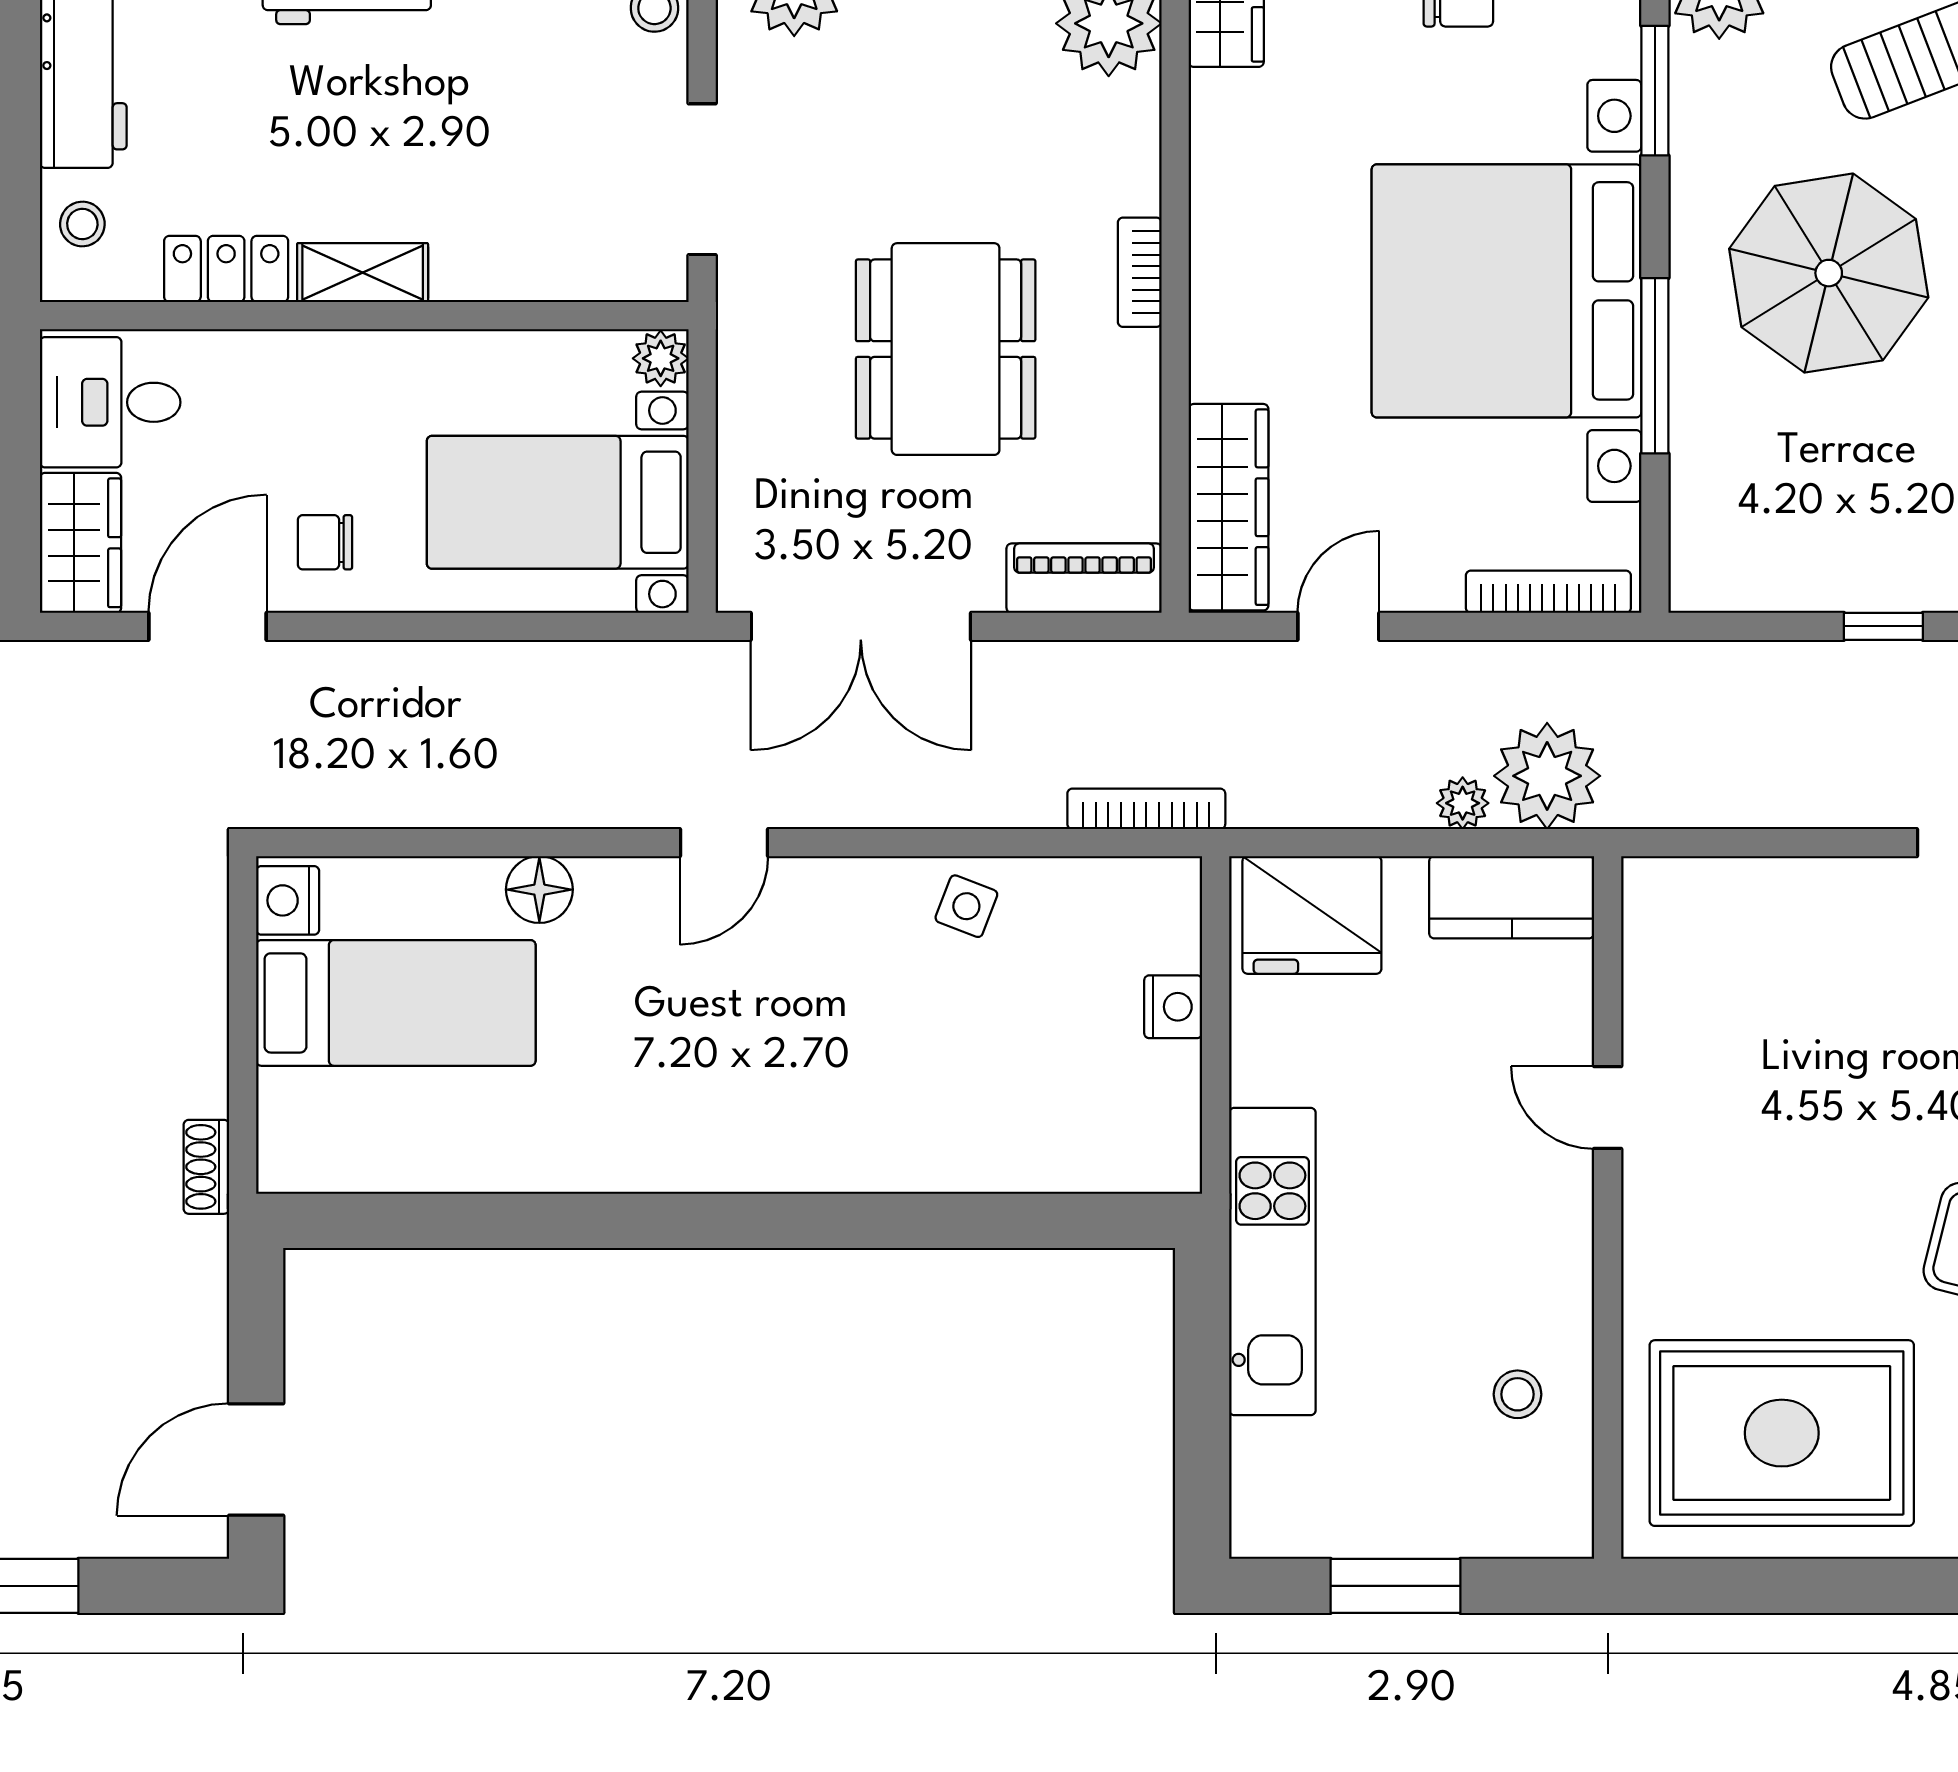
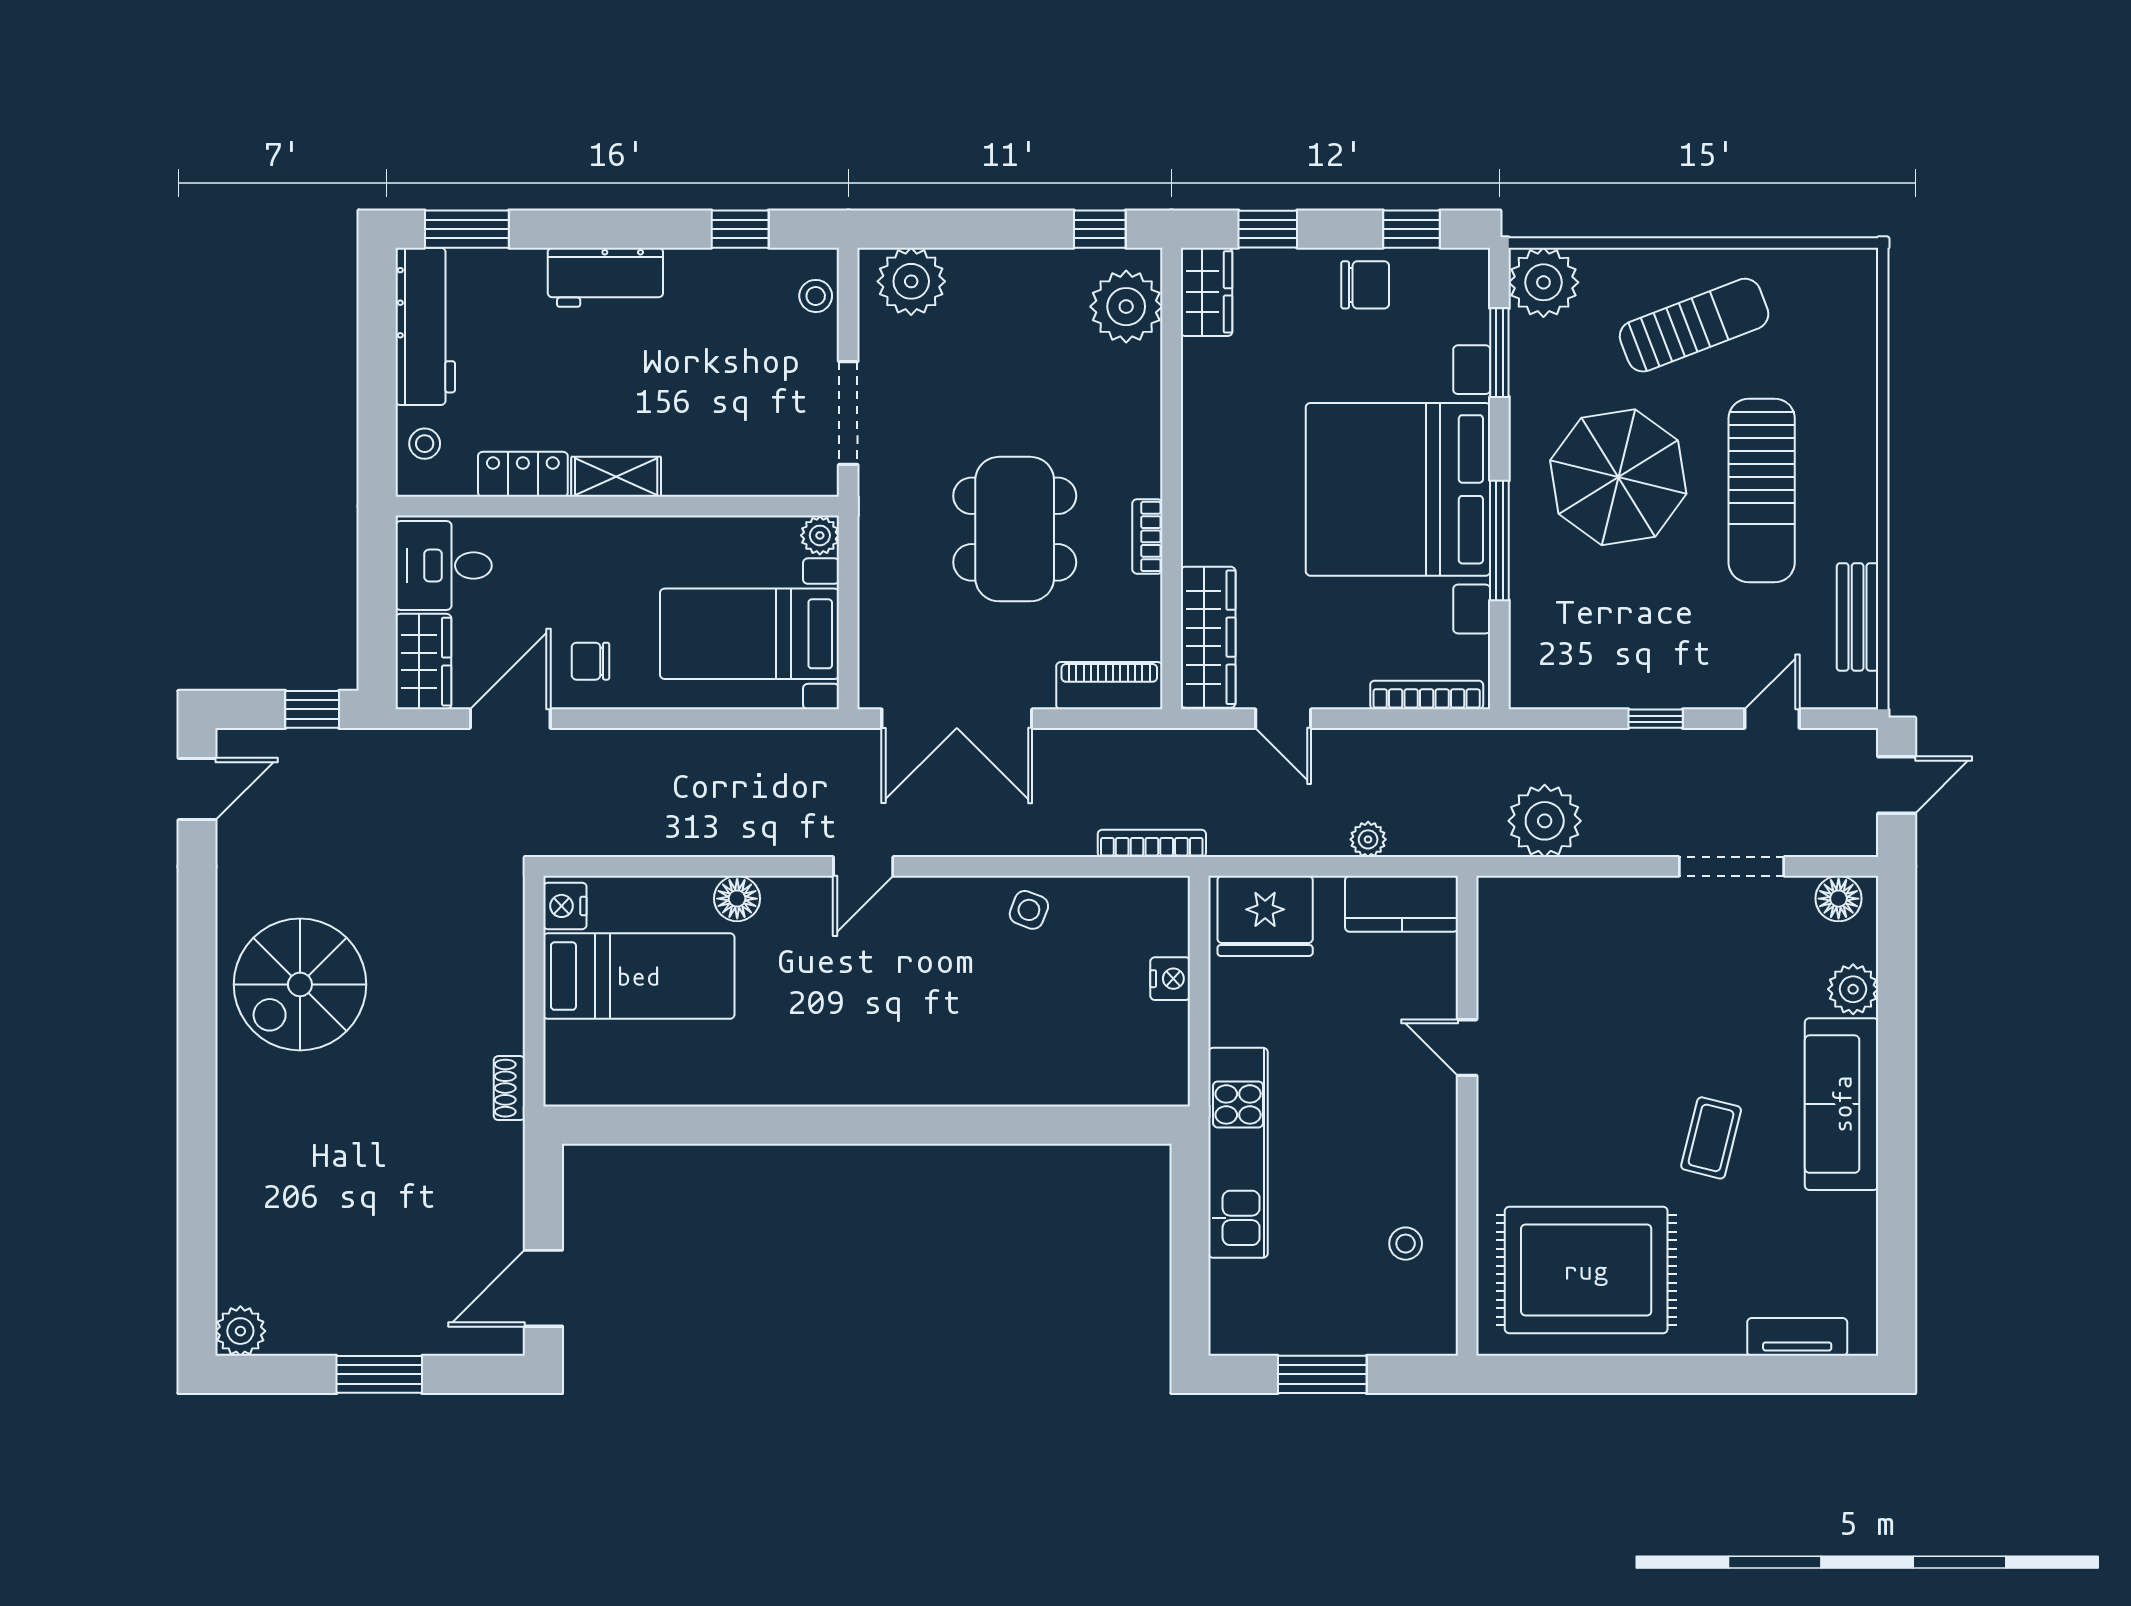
bookcase: (1140, 272) -> (1147, 536), moved
door: (1338, 626) -> (1283, 719), swing flipped
plant: (1547, 776) -> (1545, 821), moved

